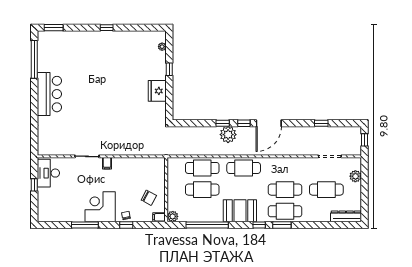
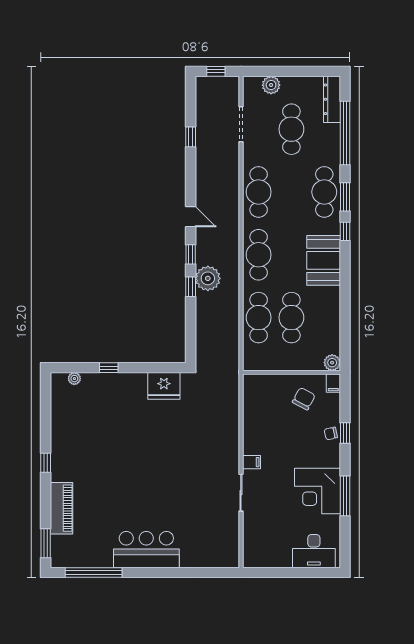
piano: (77, 38) -> (61, 508), added
fridge: (157, 91) -> (164, 386), moved
door: (269, 123) -> (191, 217), width x0.53
desk: (48, 173) -> (314, 551), moved
window: (34, 185) -> (284, 573), removed
cafe table: (285, 190) -> (259, 192), moved
corner desk: (100, 207) -> (317, 491), moved
window: (207, 225) -> (345, 133), moved

